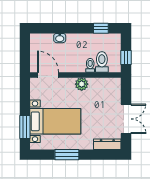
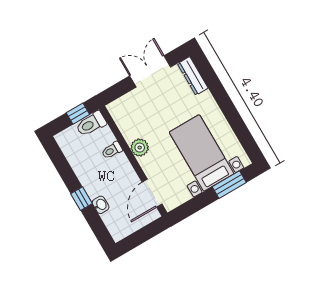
window: (101, 28) -> (82, 199), moved
toilet: (102, 62) -> (91, 124), moved
window: (67, 155) -> (233, 116), removed

